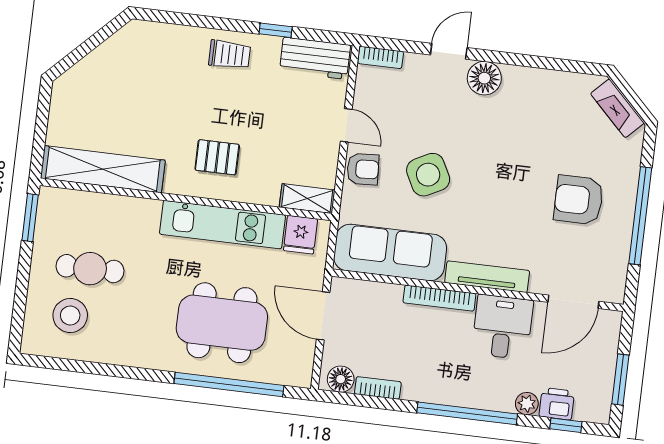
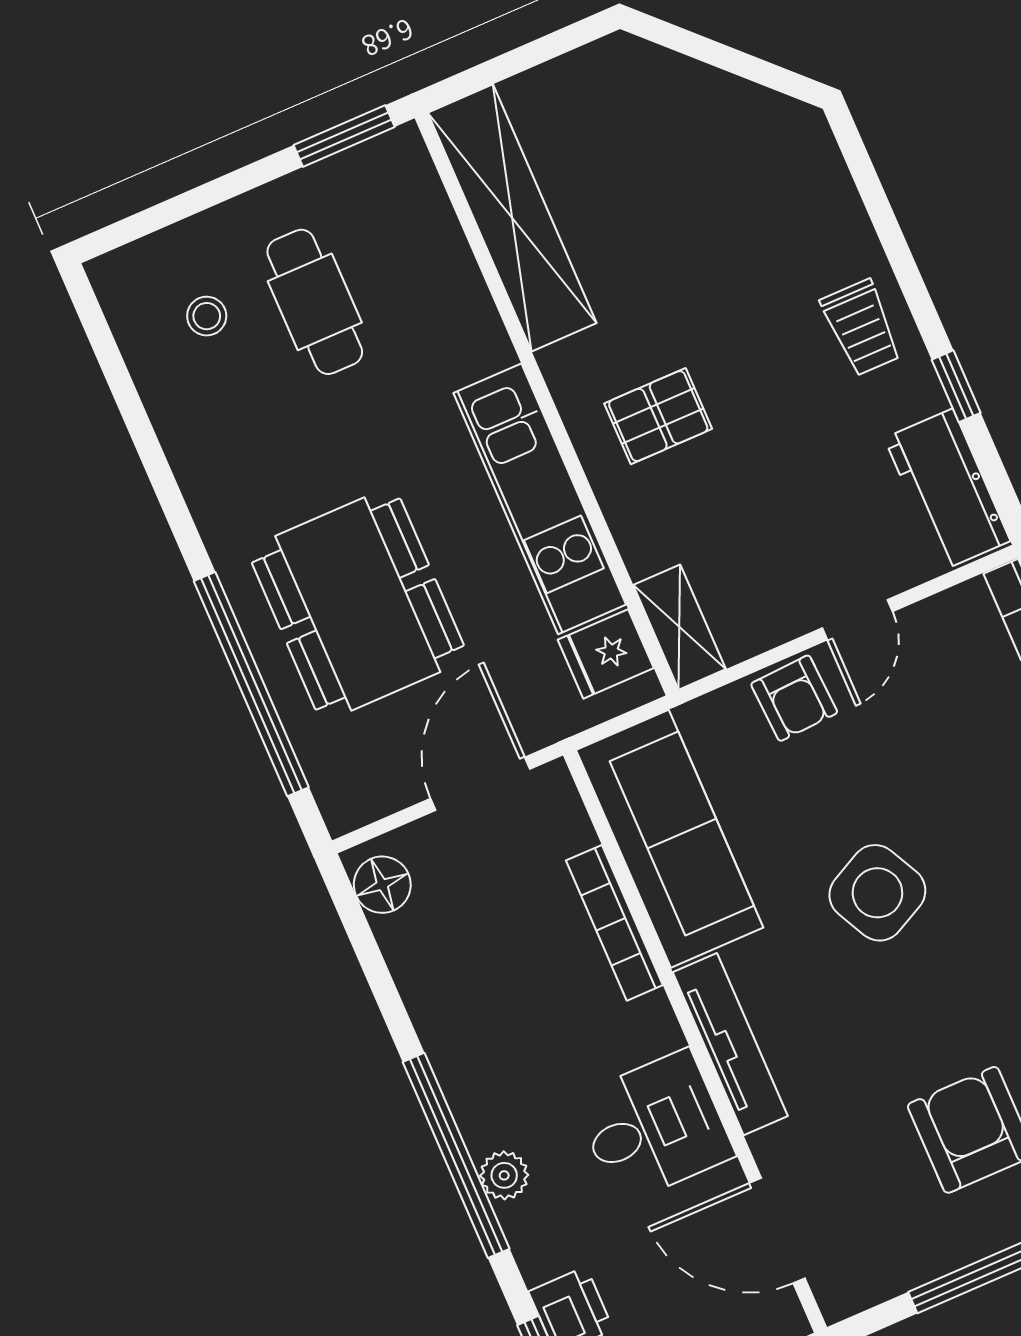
pallet: (217, 157) -> (658, 416), turned 90
side table: (428, 175) -> (877, 893), moved
bookcase: (439, 298) -> (614, 923), moved
stool: (70, 315) -> (207, 316), width x0.53, depth x0.53
bookcase: (378, 388) -> (406, 963), removed
plant: (527, 404) -> (504, 1175), moved

